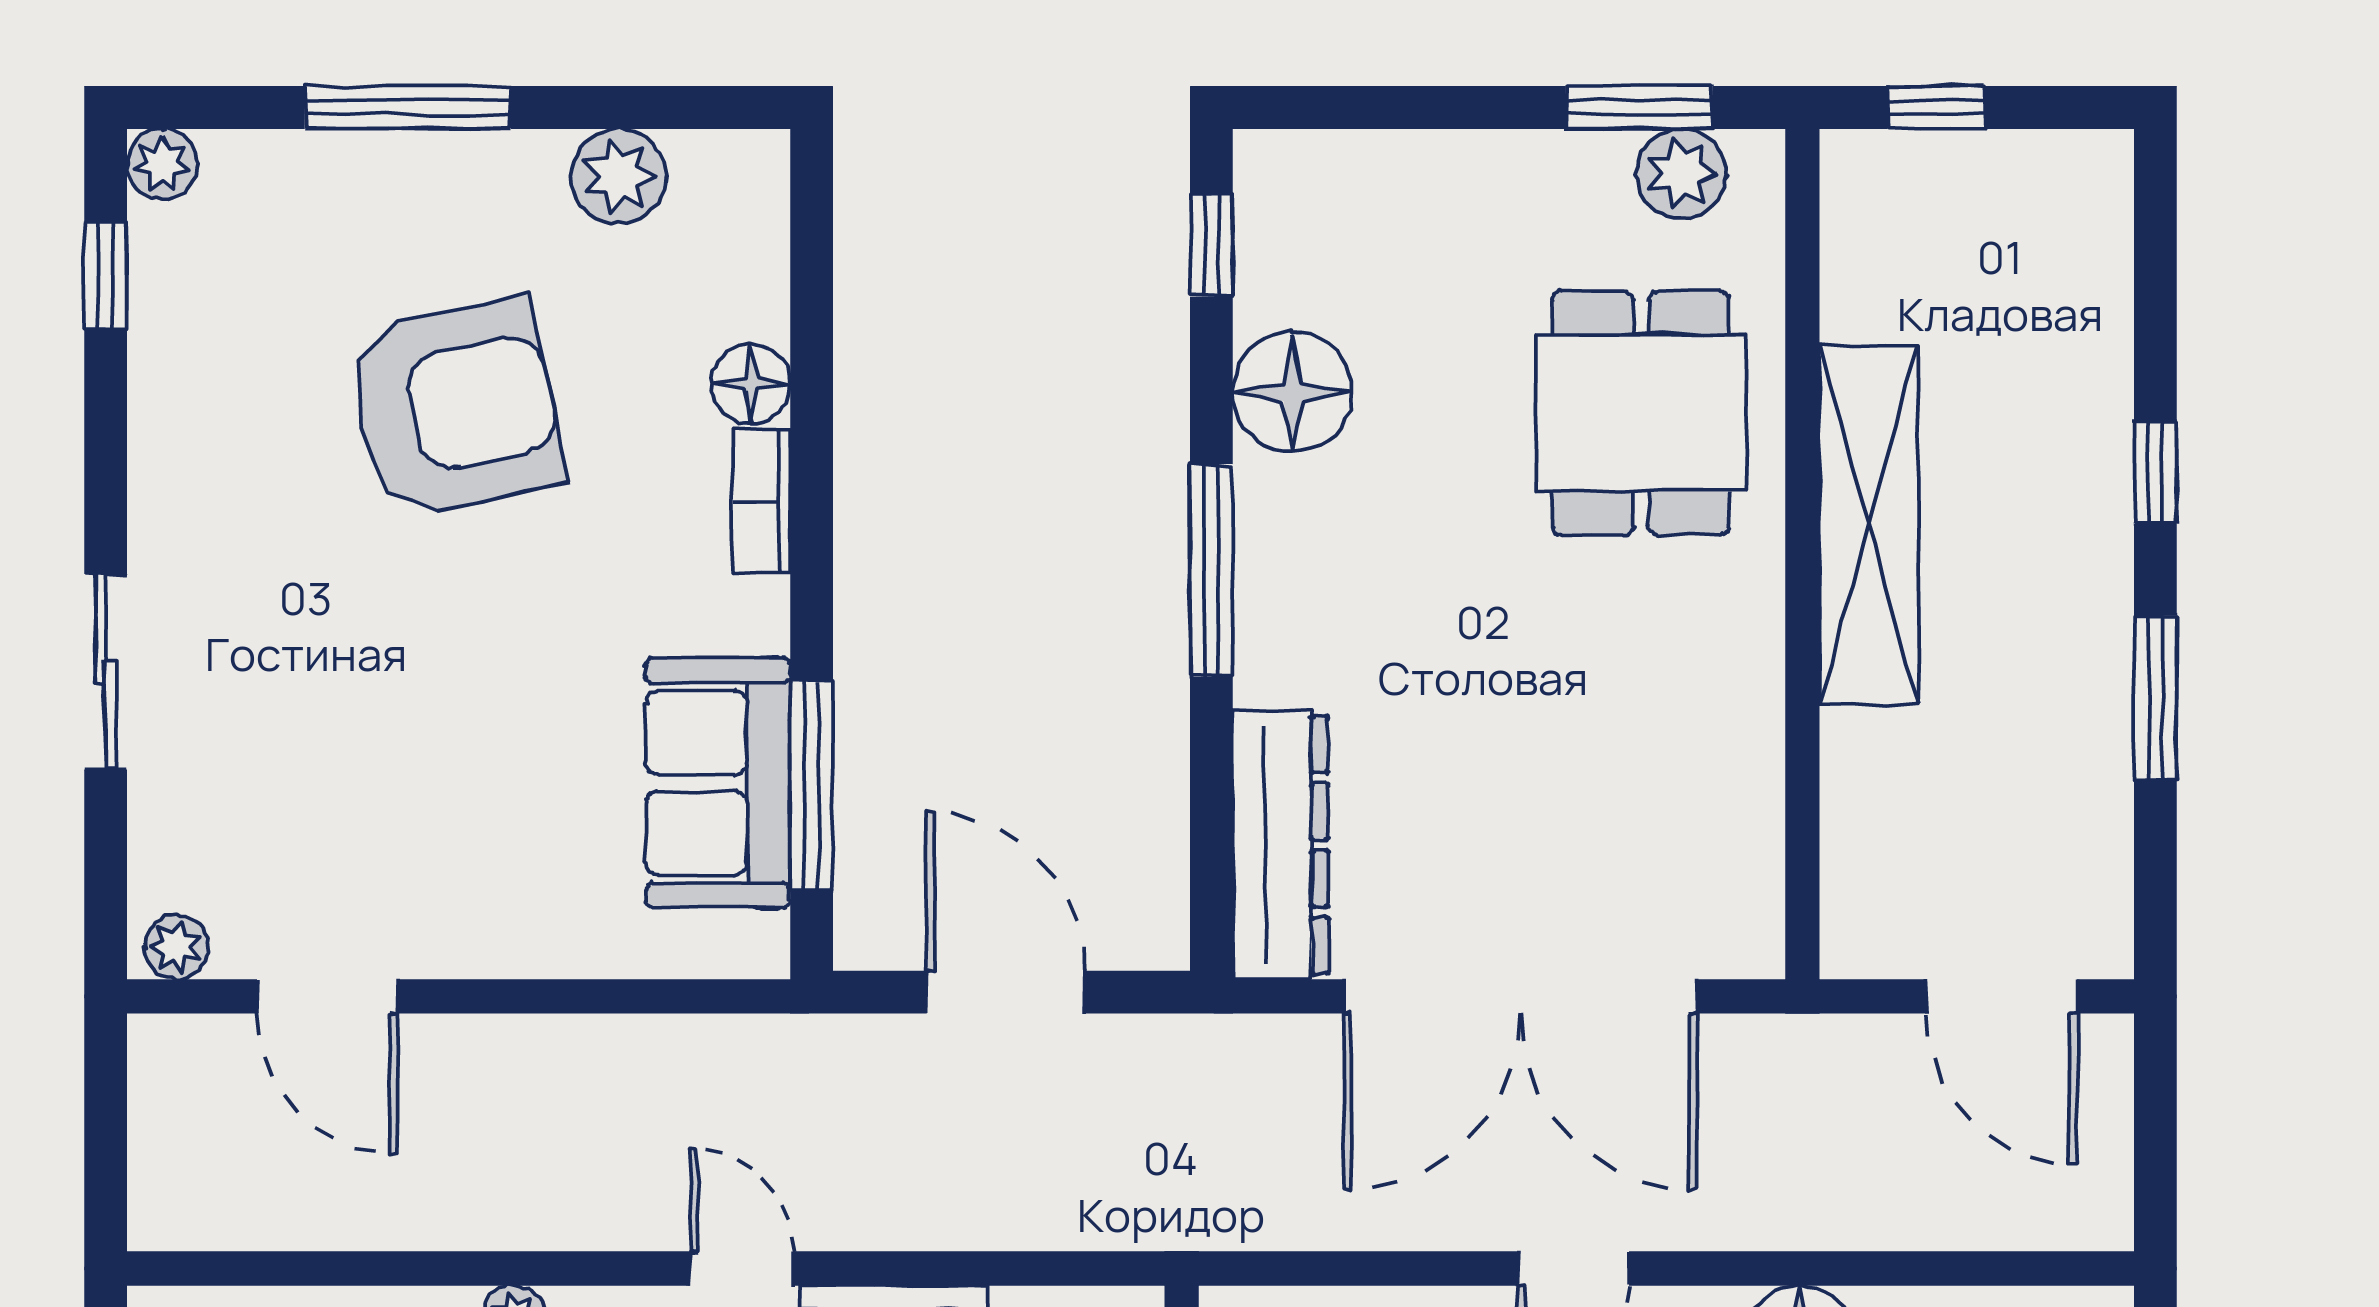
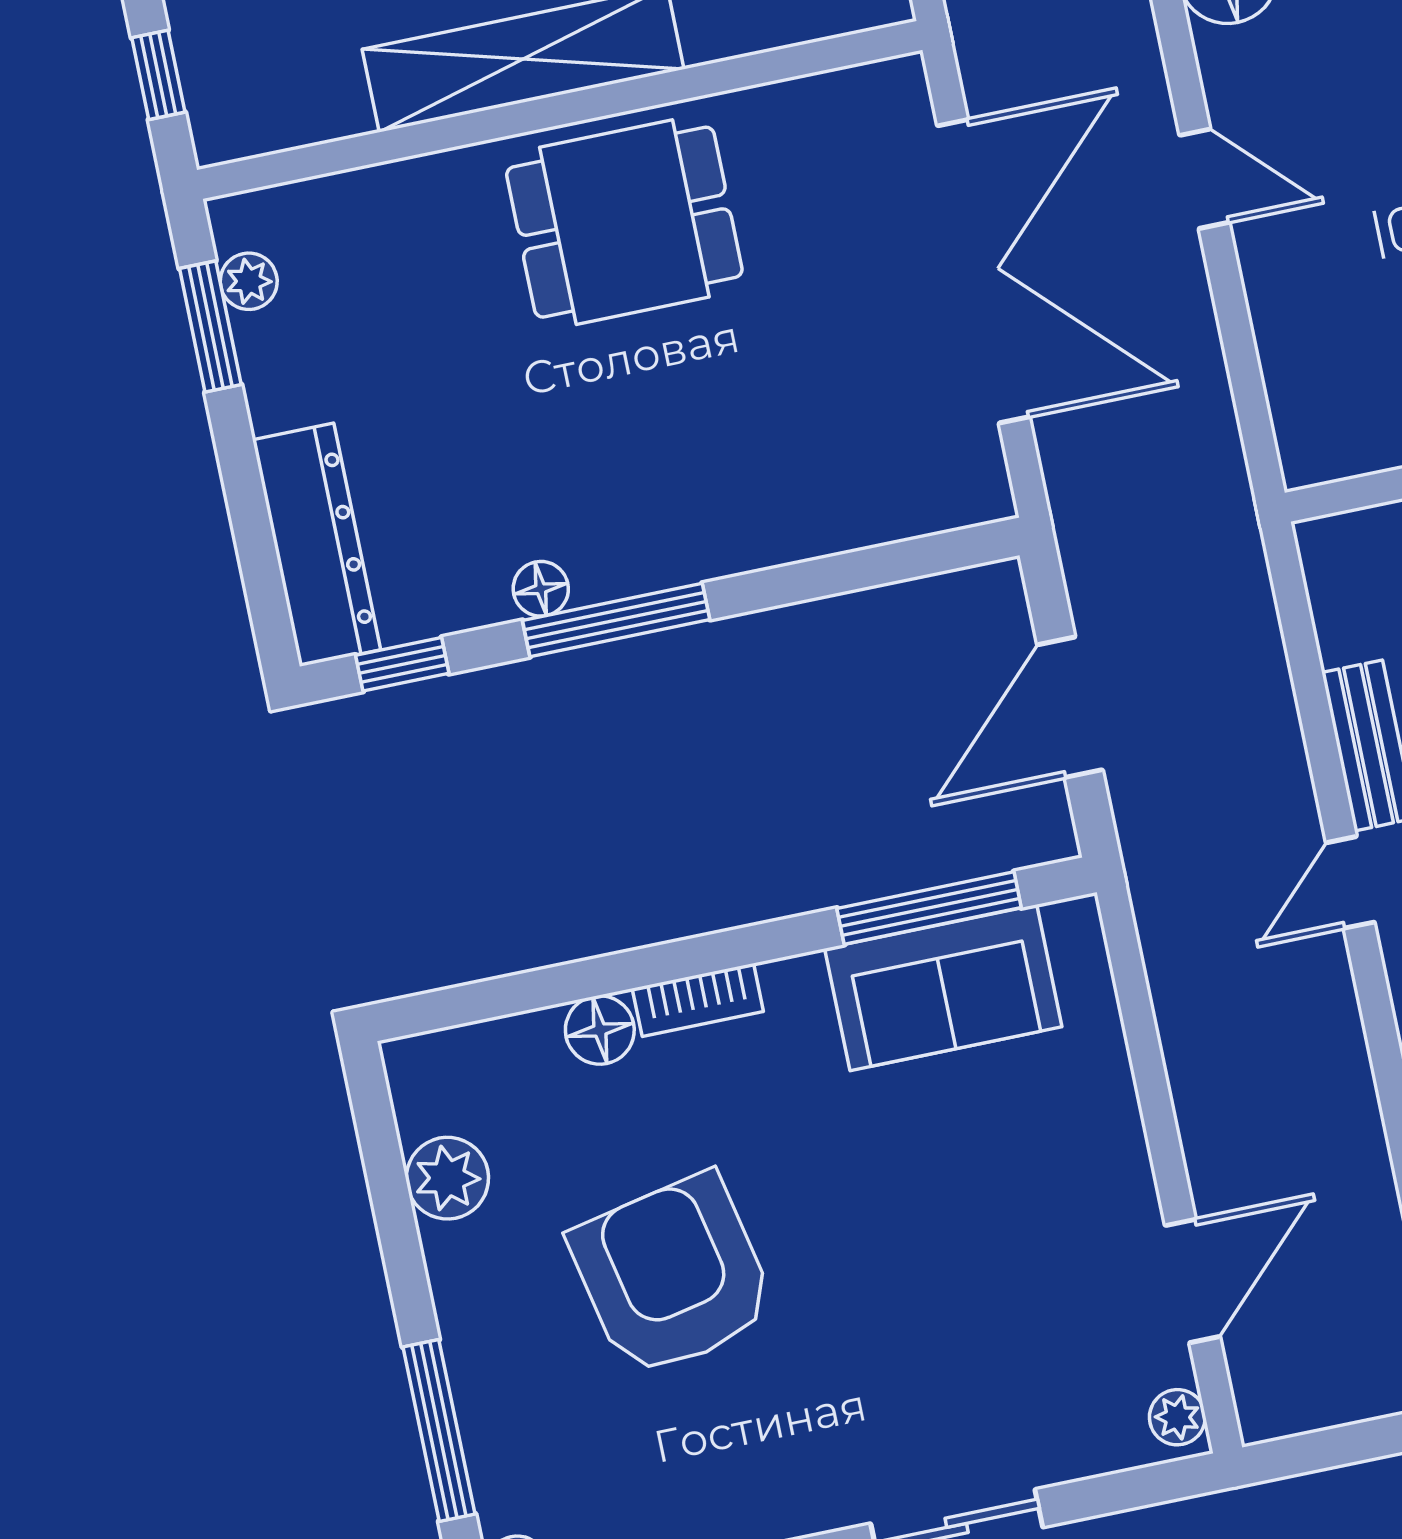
window: (408, 108) -> (439, 1430), moved
plant: (1681, 174) -> (249, 281), width x0.73, depth x0.73
floor lamp: (1293, 392) -> (541, 589), width x0.53, depth x0.53
dining table: (1641, 413) -> (624, 222), moved
window: (1211, 570) -> (616, 620), moved
dresser: (1280, 845) -> (317, 545), moved, turned 90

